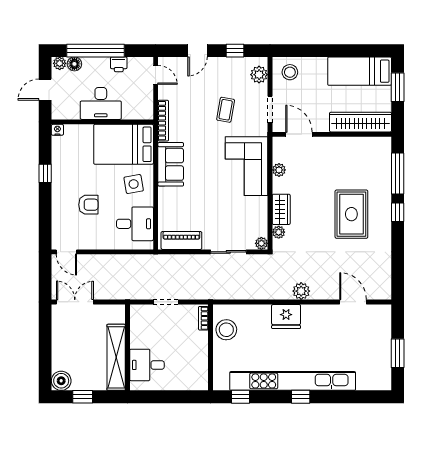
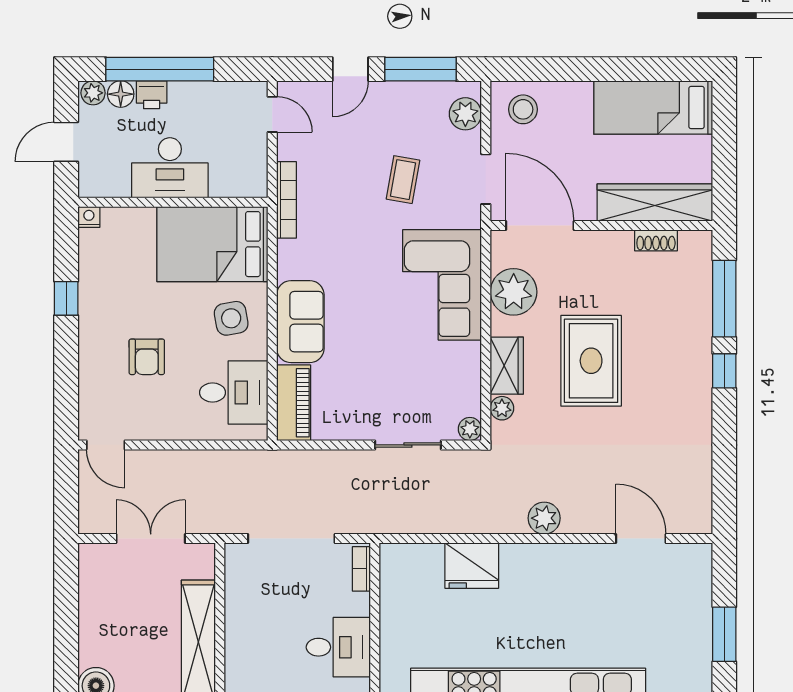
window: (235, 51) -> (420, 69), width x2.17
printer: (119, 64) -> (152, 95), moved
window: (398, 87) -> (724, 138), removed
door: (299, 134) -> (540, 226), width x1.36
shoe rack: (361, 142) -> (656, 240), added
sofa: (171, 164) -> (300, 322), moved
plant: (279, 170) -> (514, 292), width x1.88, depth x1.88
armchair: (88, 205) -> (147, 357), turned 90
rug: (351, 214) -> (591, 361), moved
piano: (181, 240) -> (294, 403), moved, turned 90
double door: (75, 302) -> (151, 539), moved
doorway: (166, 302) -> (291, 539), width x1.87
fridge: (286, 316) -> (472, 566), moved
stool: (226, 330) -> (404, 590), removed
desk: (147, 365) -> (338, 647), moved, turned 180

